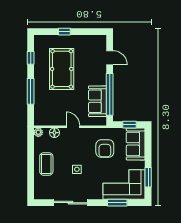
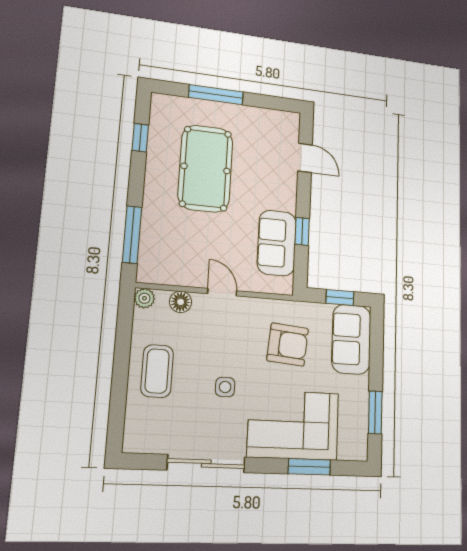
window: (64, 32) -> (216, 95), width x2.17
window: (31, 91) -> (132, 235), moved
window: (110, 94) -> (302, 231), width x0.32
armchair: (105, 148) -> (288, 345), turned -85
corner sofa: (124, 185) -> (293, 425), moved

